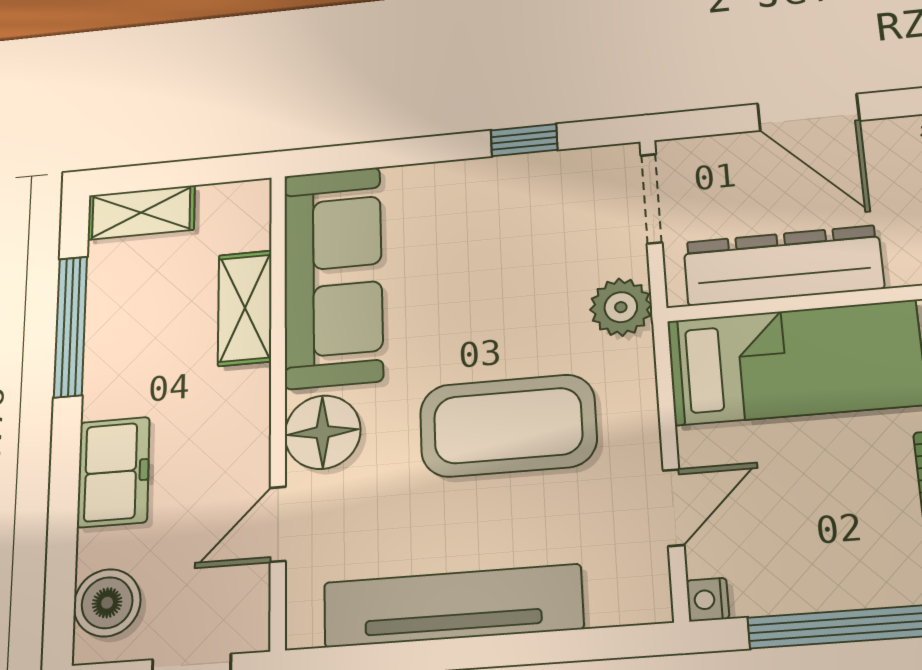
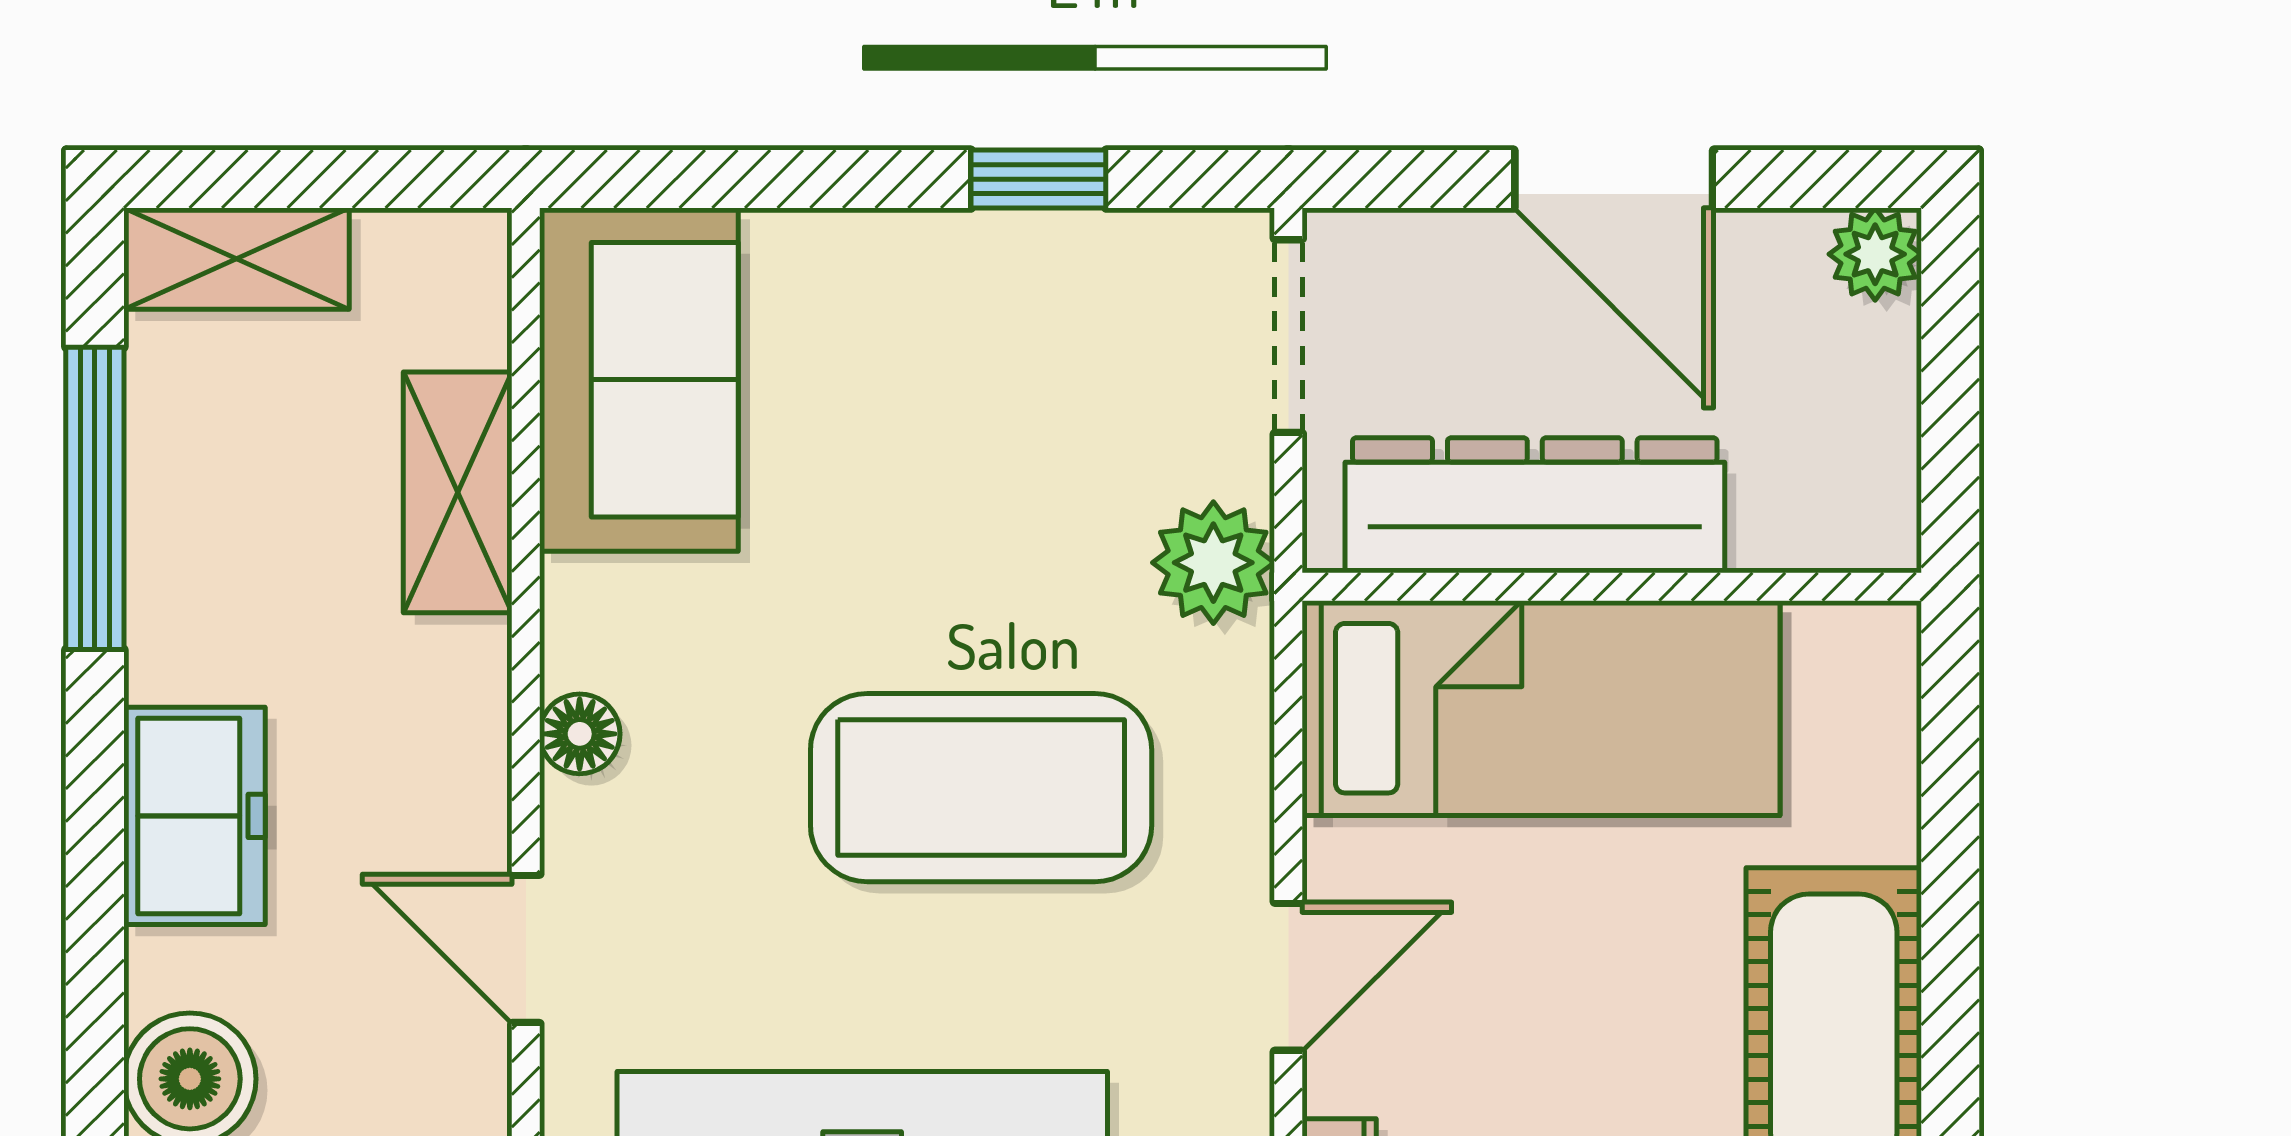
sofa: (333, 277) -> (639, 380), width x0.73
floor lamp: (323, 432) -> (580, 734), width x0.53, depth x0.53
door: (278, 524) -> (526, 949), hinge flipped

